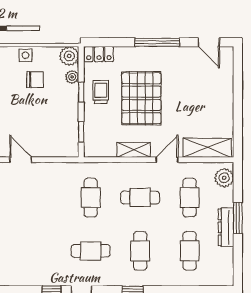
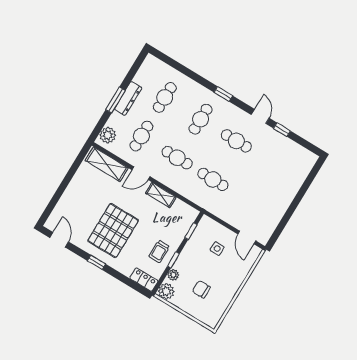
window: (157, 42) -> (96, 262), width x0.46
side table: (26, 55) -> (217, 249), moved
pallet: (141, 98) -> (113, 231), moved
cafe table: (91, 198) -> (213, 179), turned 90

